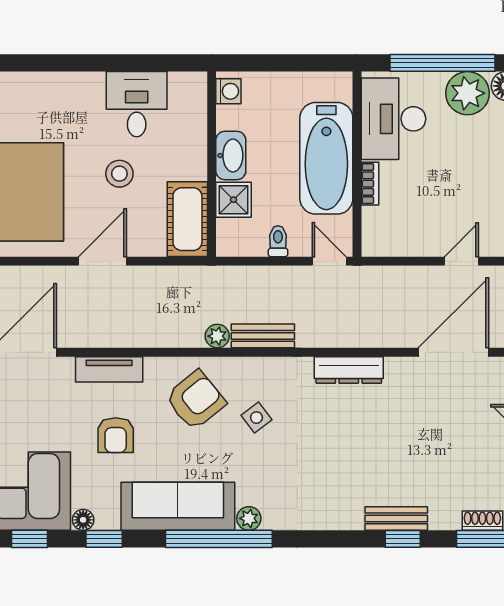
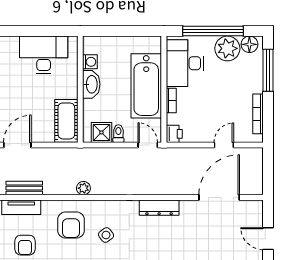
washing machine: (228, 91) -> (90, 62), moved
desk: (137, 104) -> (44, 55), width x1.37
stool: (119, 174) -> (27, 95), removed
shower: (234, 200) -> (101, 132), moved
printer: (375, 242) -> (174, 134), added
bench: (263, 336) -> (24, 188), moved
armchair: (196, 400) -> (71, 225), turned 129

